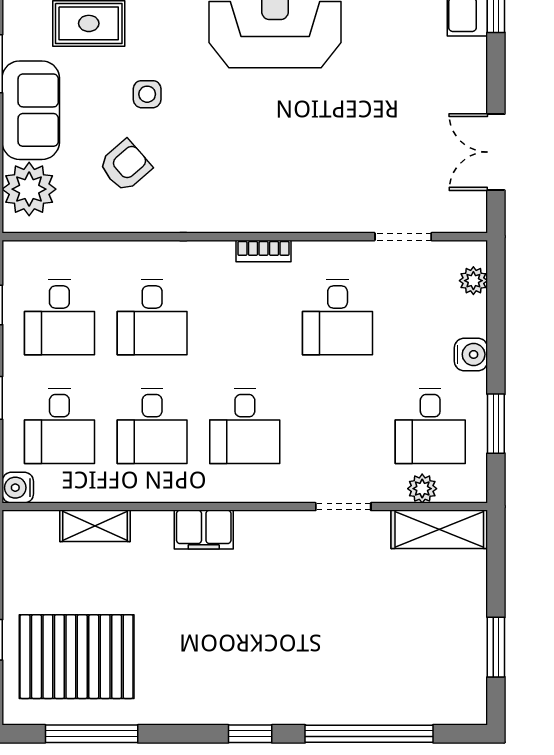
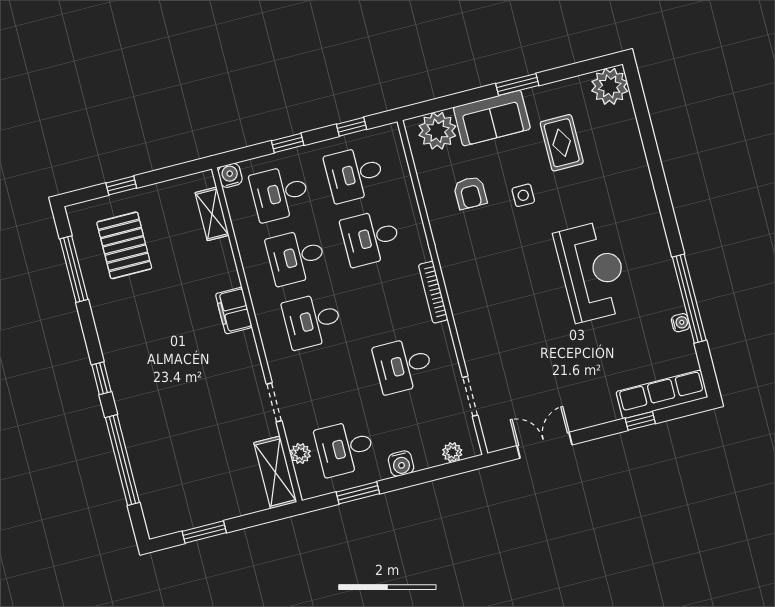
armchair: (125, 166) -> (470, 193), turned 41
bookcase: (263, 251) -> (433, 292), width x1.56
shelving: (95, 526) -> (212, 214), moved
pallet: (77, 657) -> (124, 245), width x0.73, depth x0.71

